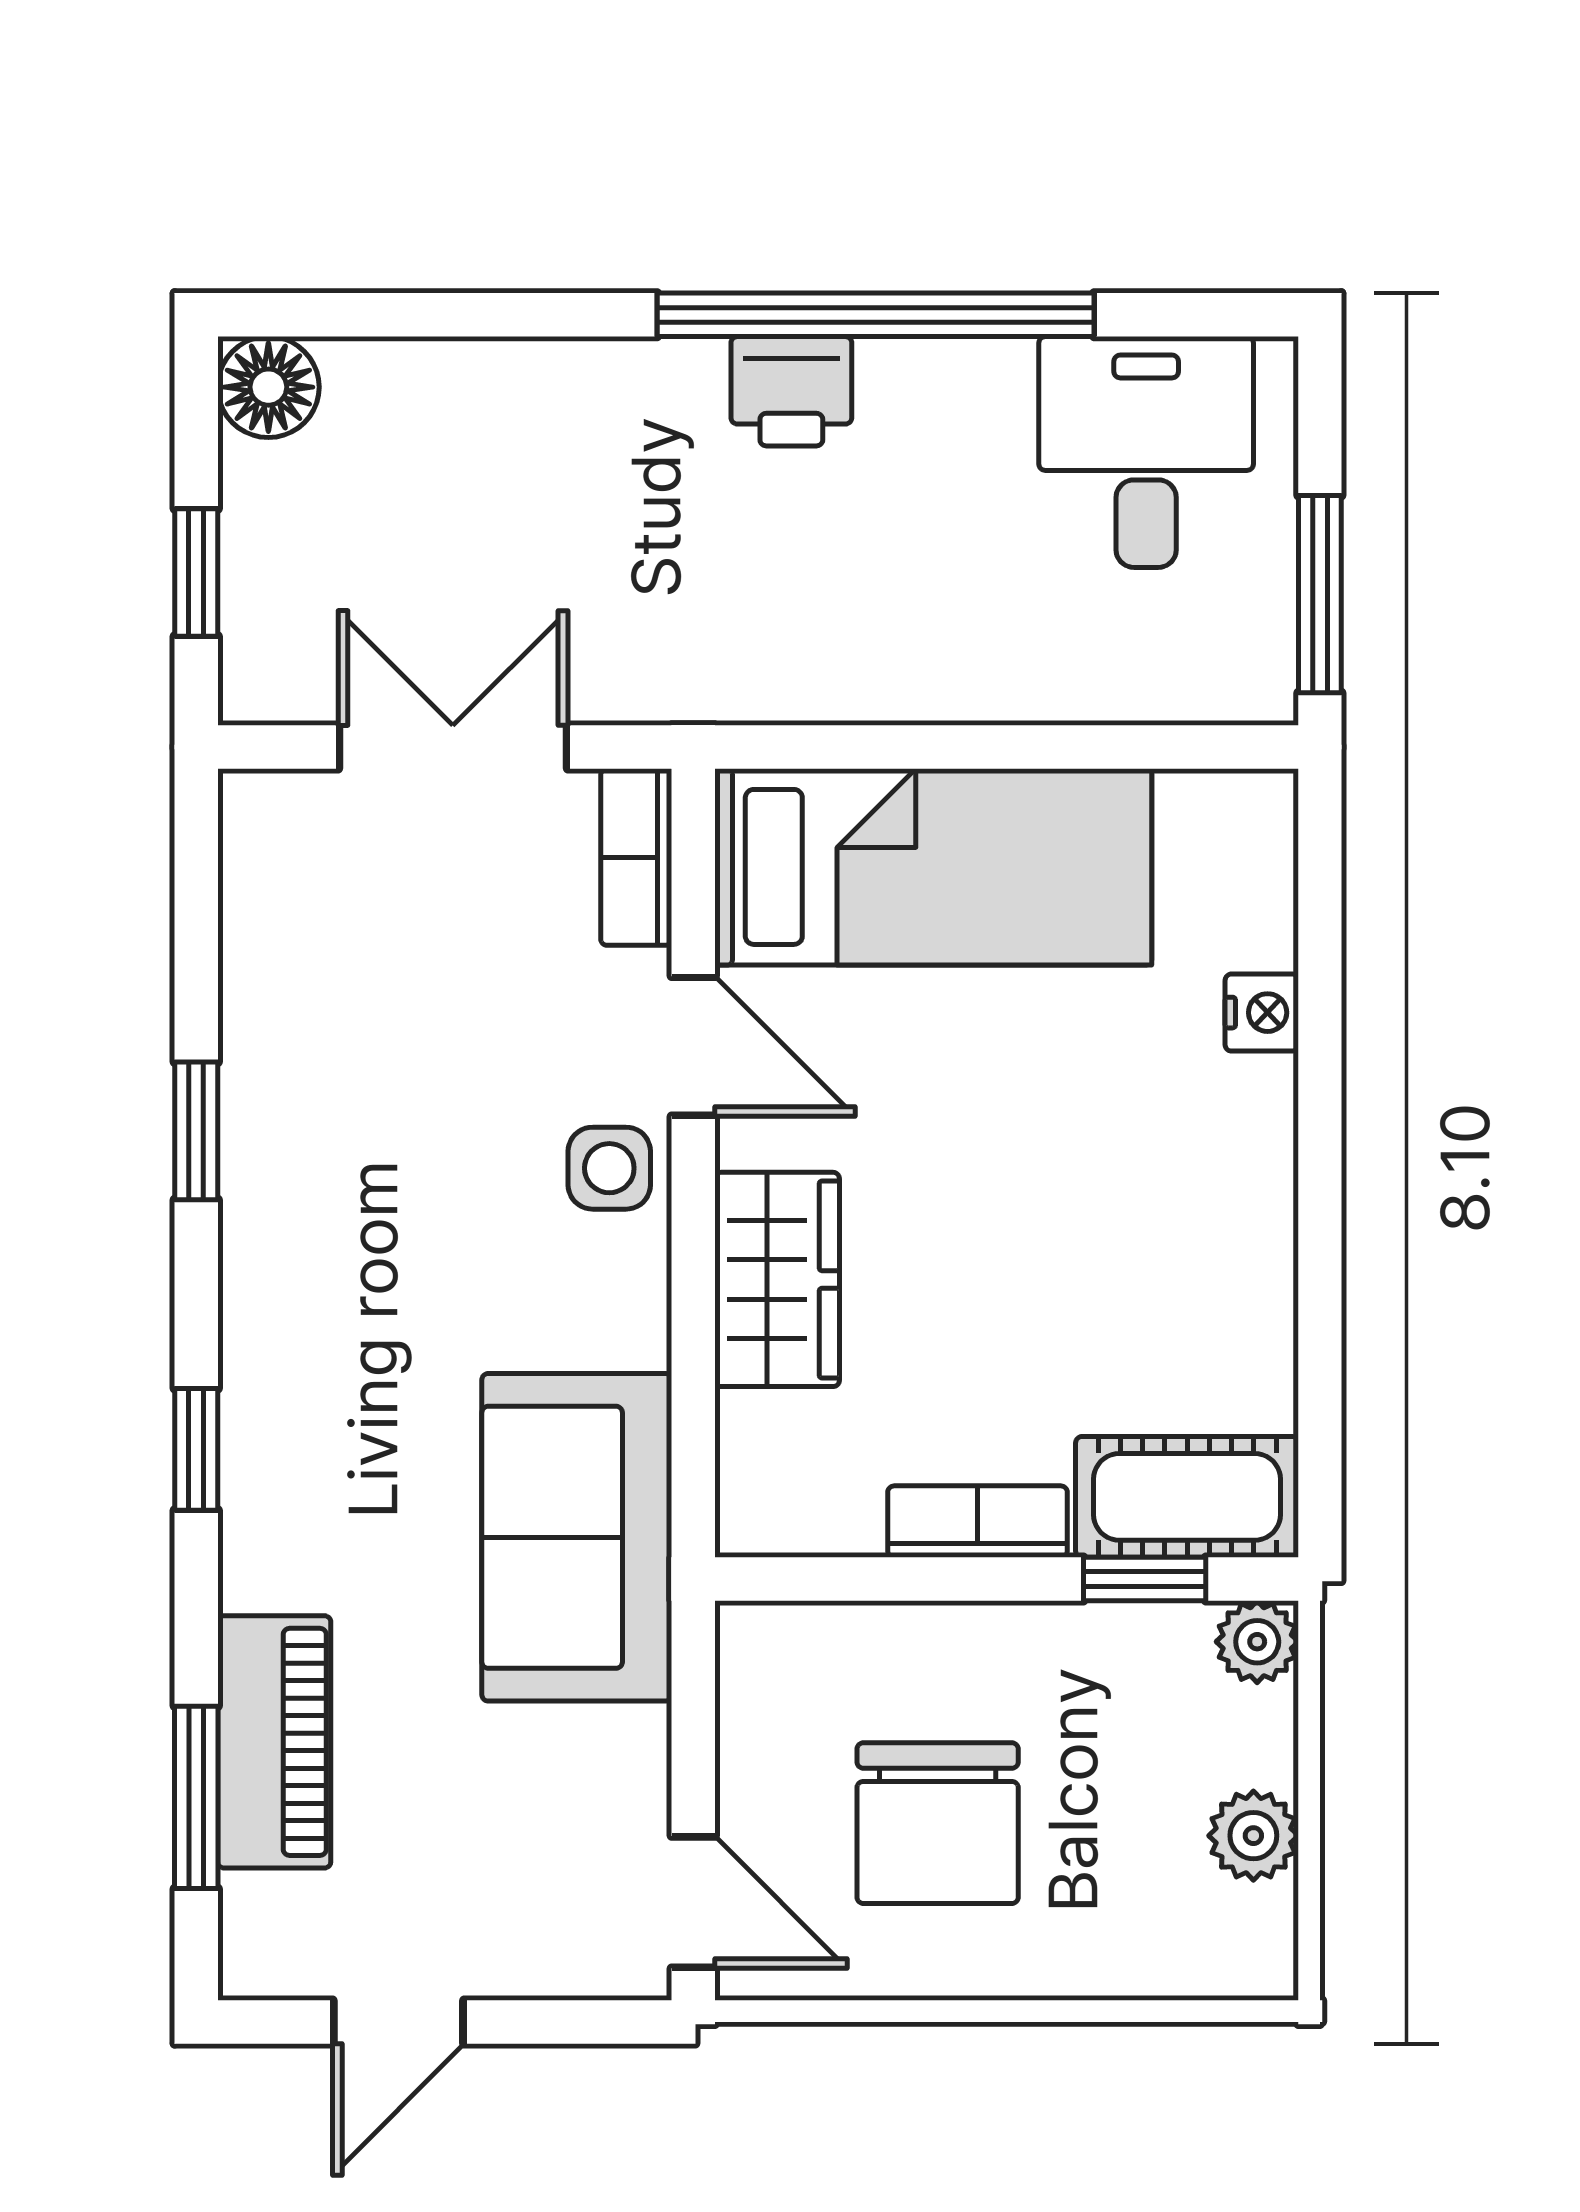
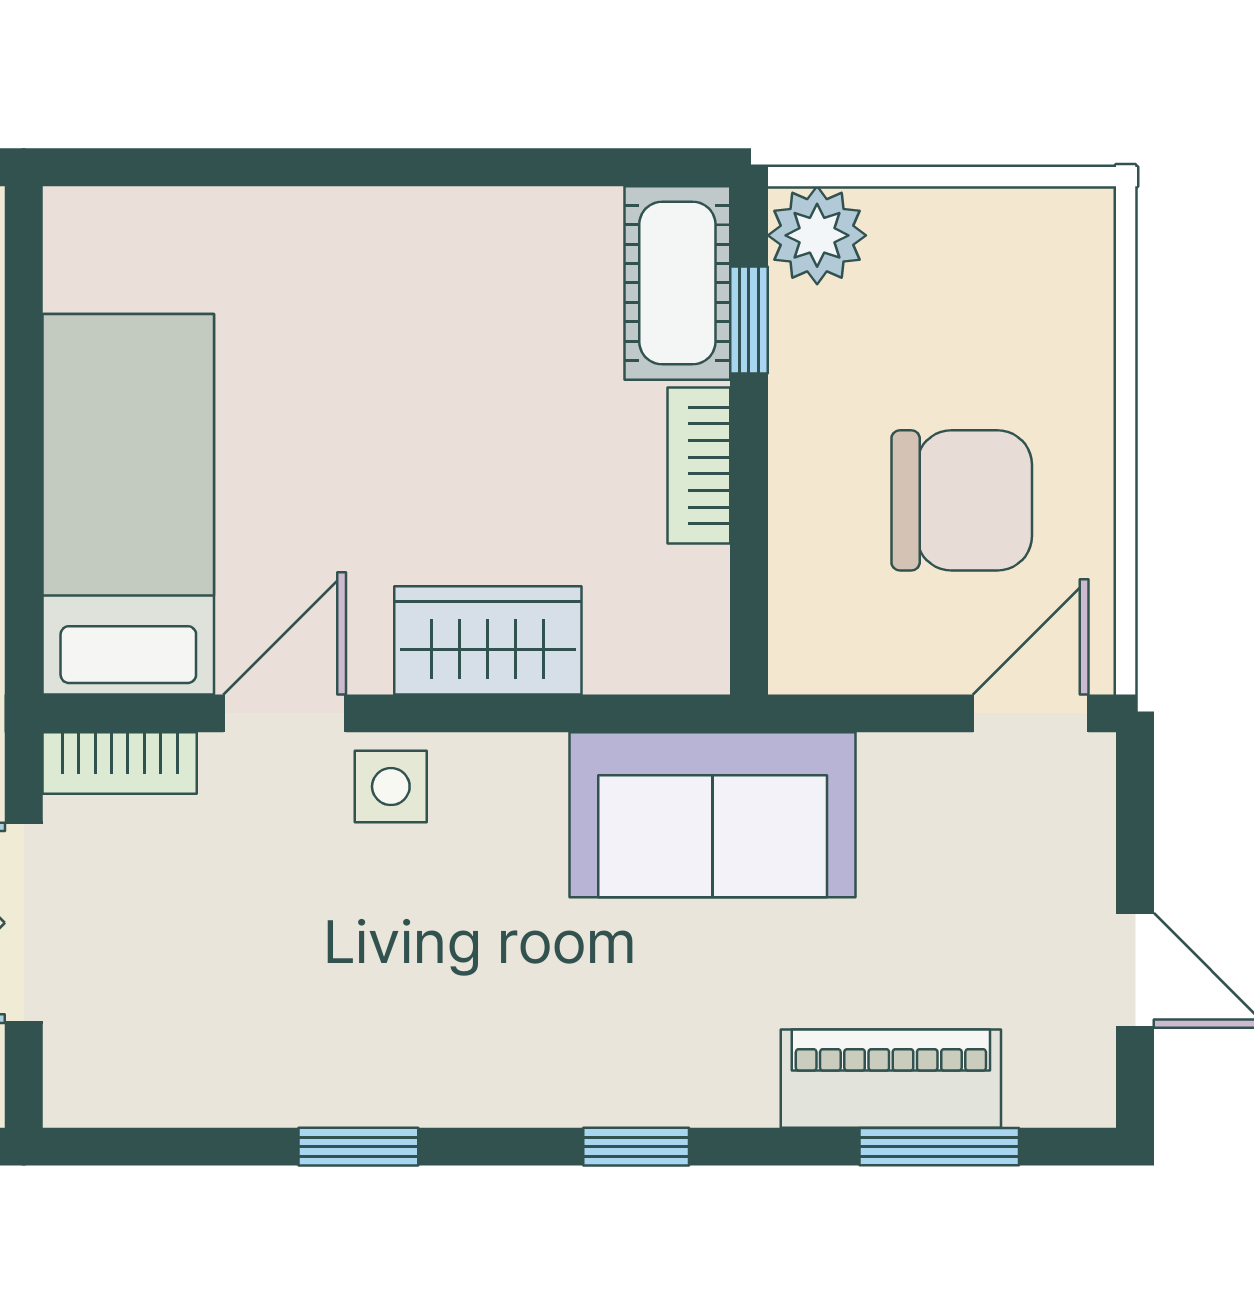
nightstand: (1262, 1013) -> (255, 218), removed
plant: (1257, 1642) -> (817, 235), width x1.38, depth x1.38
plant: (1253, 1836) -> (973, 225), removed

